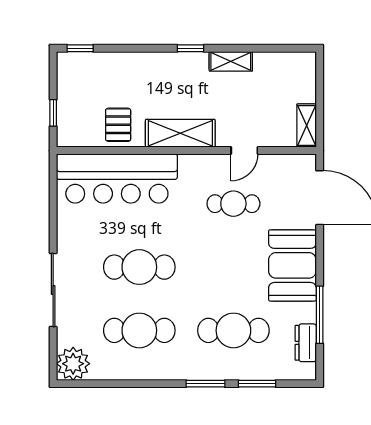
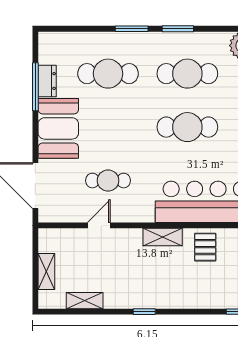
shelving: (231, 61) -> (85, 301), moved
shelving: (307, 126) -> (46, 272), moved
shelving: (180, 133) -> (163, 237), width x0.67, depth x0.75
dresser: (306, 343) -> (47, 81), moved
window: (257, 384) -> (178, 29), moved

